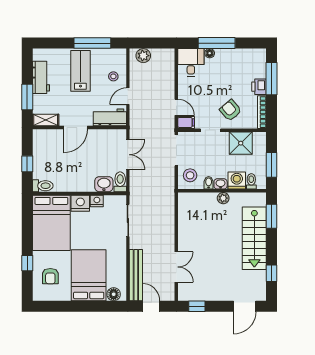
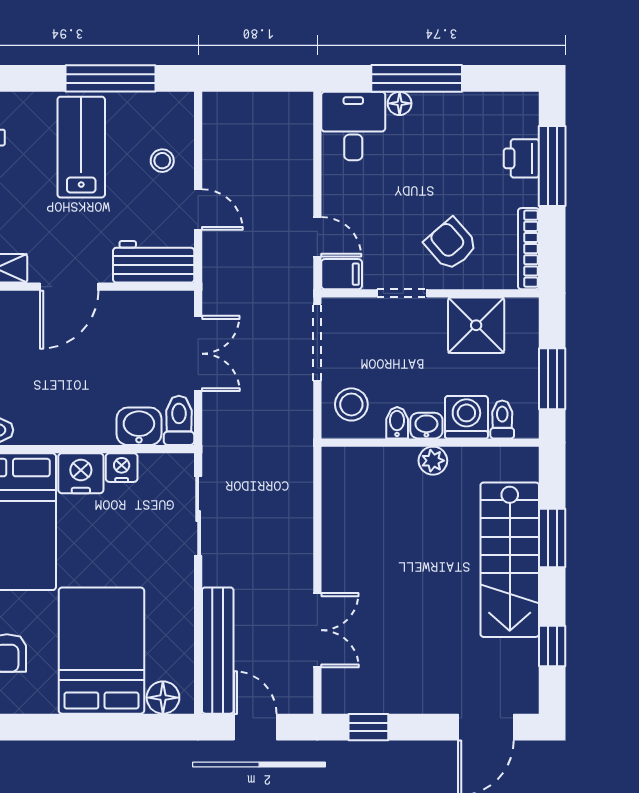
plant: (143, 56) -> (236, 109), removed
printer: (259, 87) -> (521, 158), moved
door: (128, 96) -> (198, 210), swing flipped
window: (272, 216) -> (552, 538), moved

